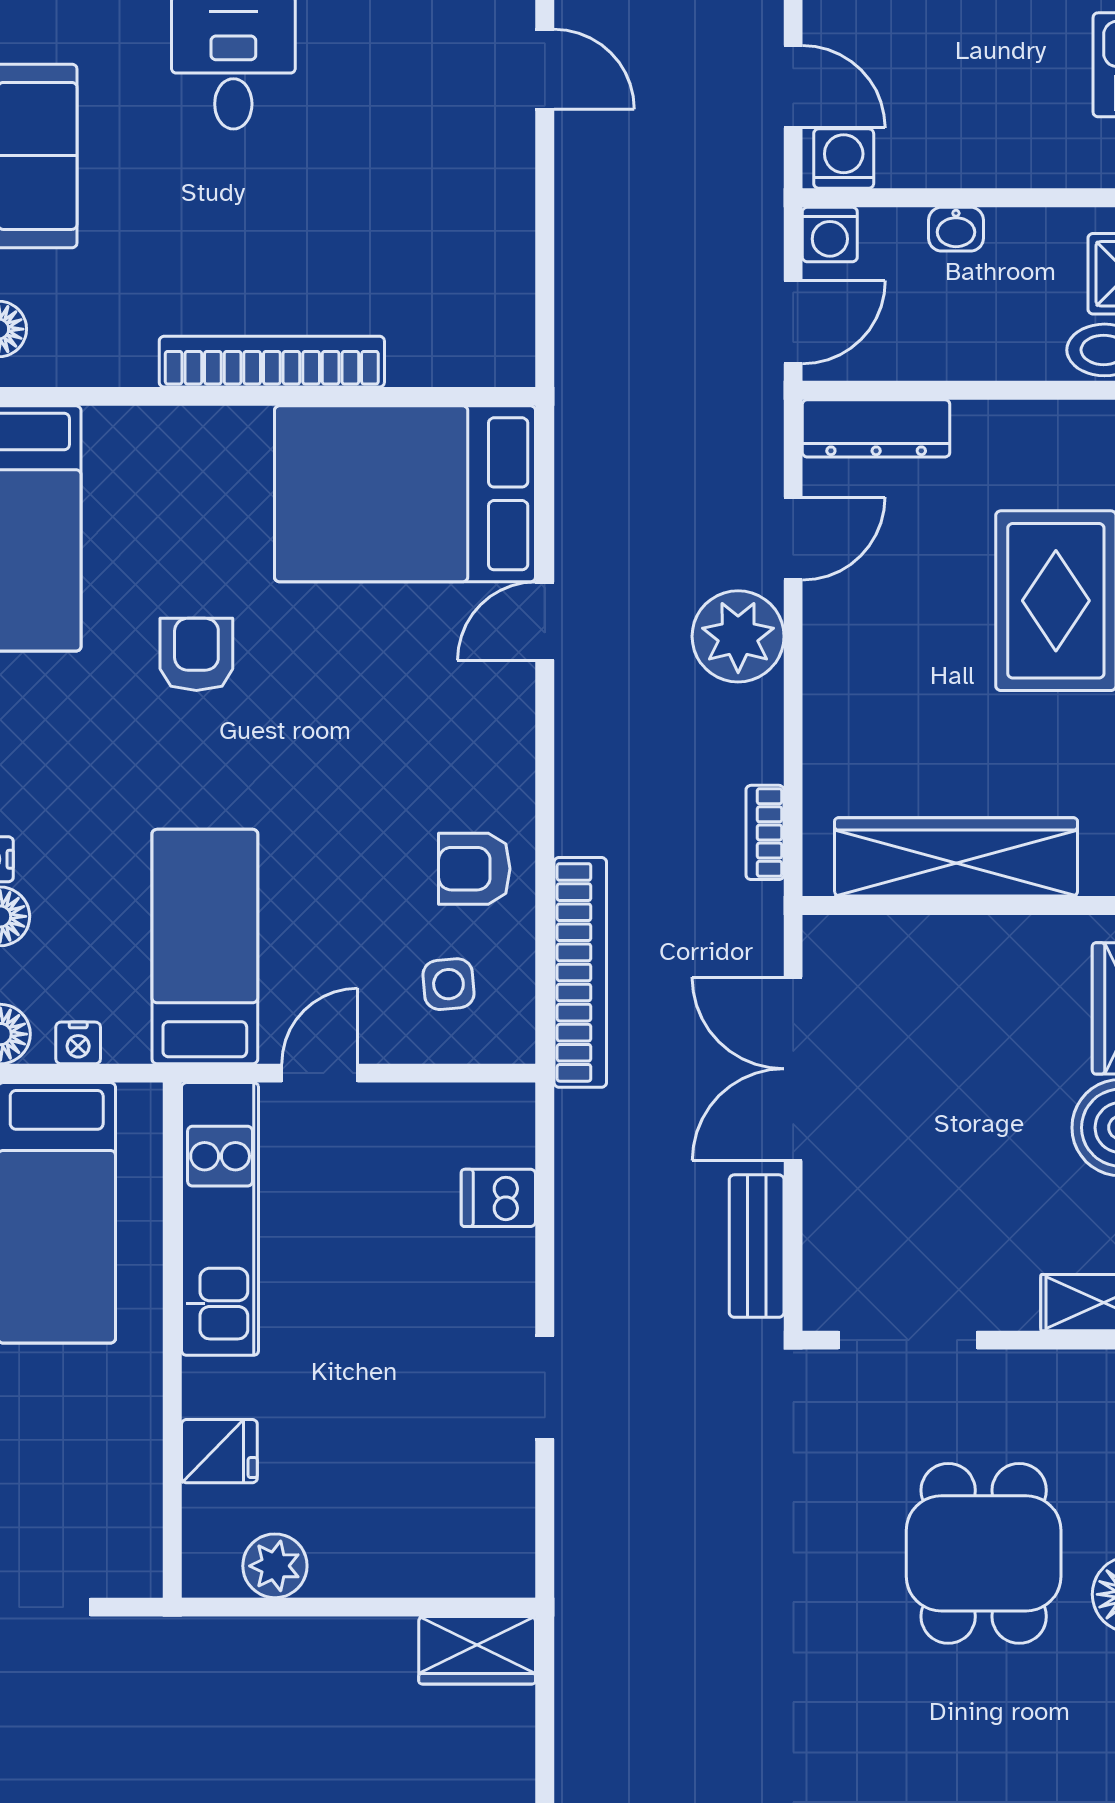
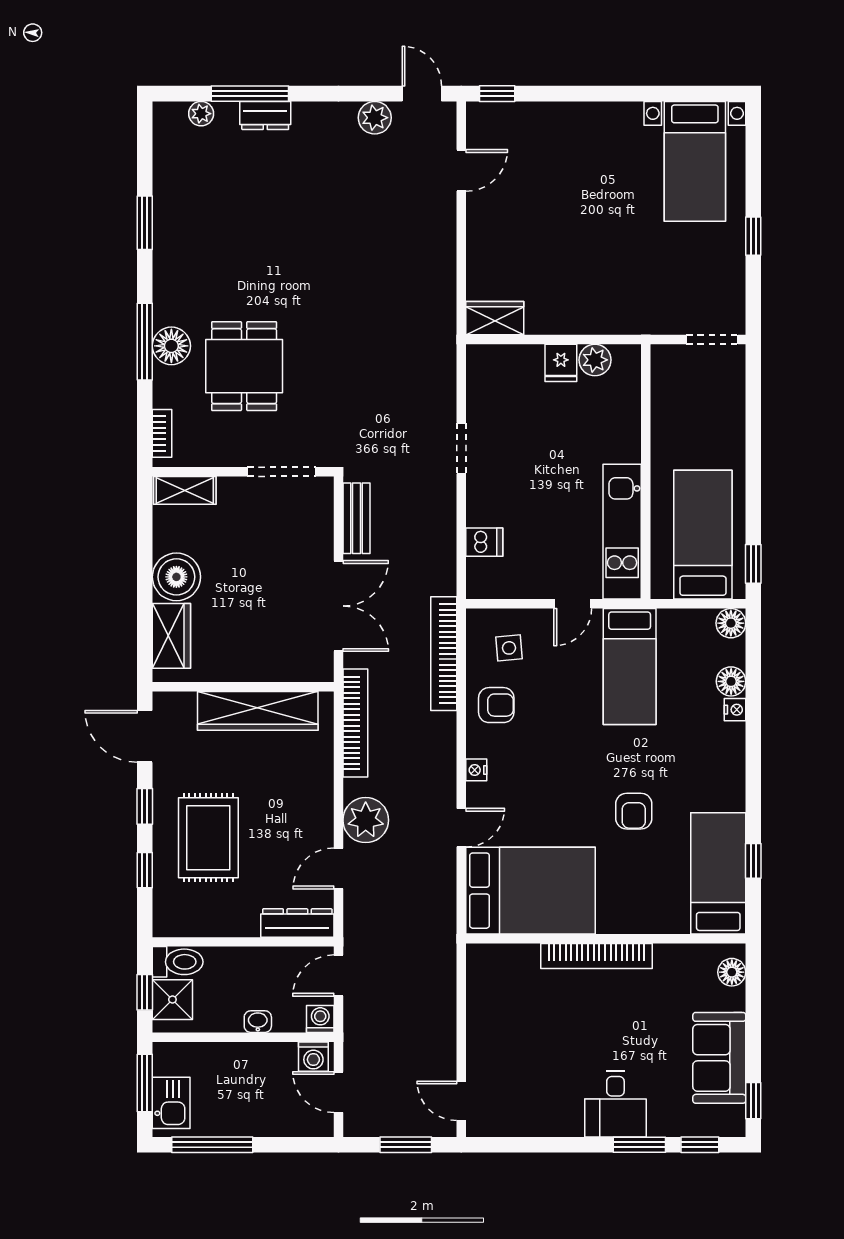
bookcase: (765, 832) -> (355, 723), width x2.31, depth x1.31
nightstand: (78, 1043) -> (476, 770), moved, turned -90
fridge: (219, 1451) -> (561, 363), moved, turned -90

